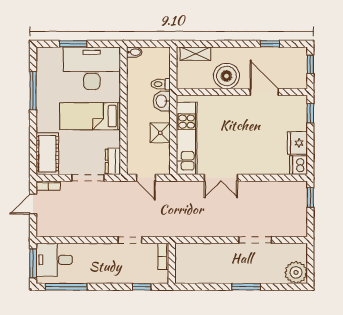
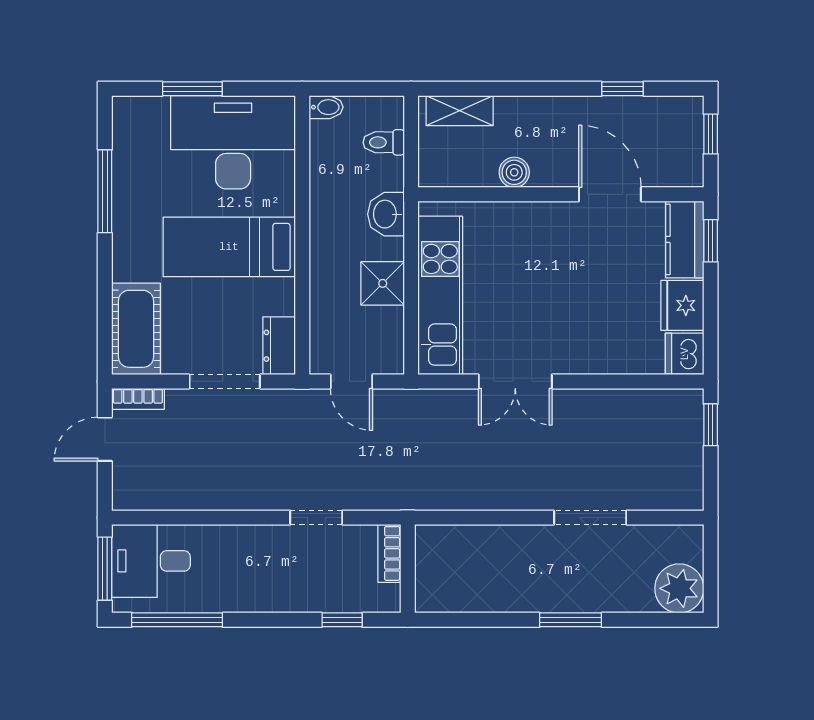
boiler: (226, 76) -> (514, 172), width x0.54, depth x0.54
toilet: (161, 84) -> (384, 142), moved
kitchen counter: (298, 113) -> (685, 239), added

